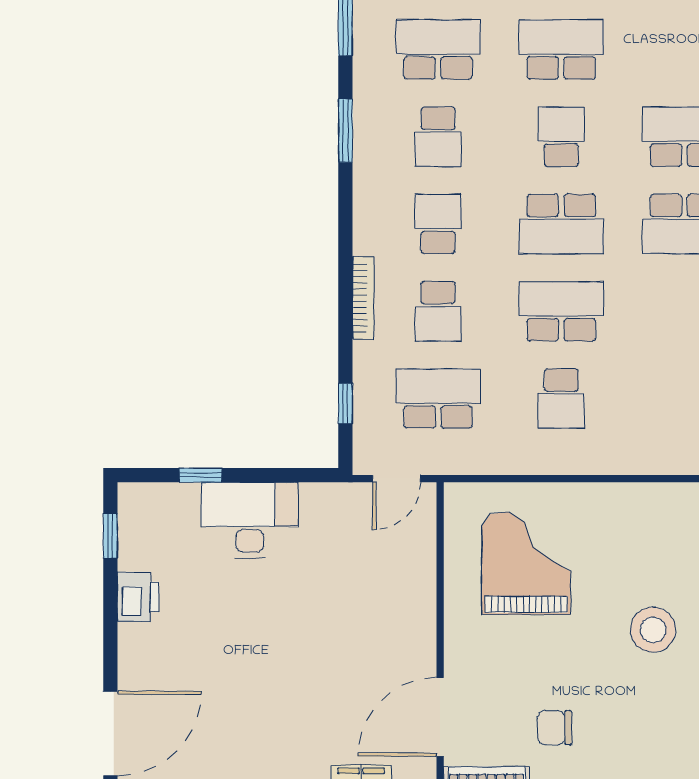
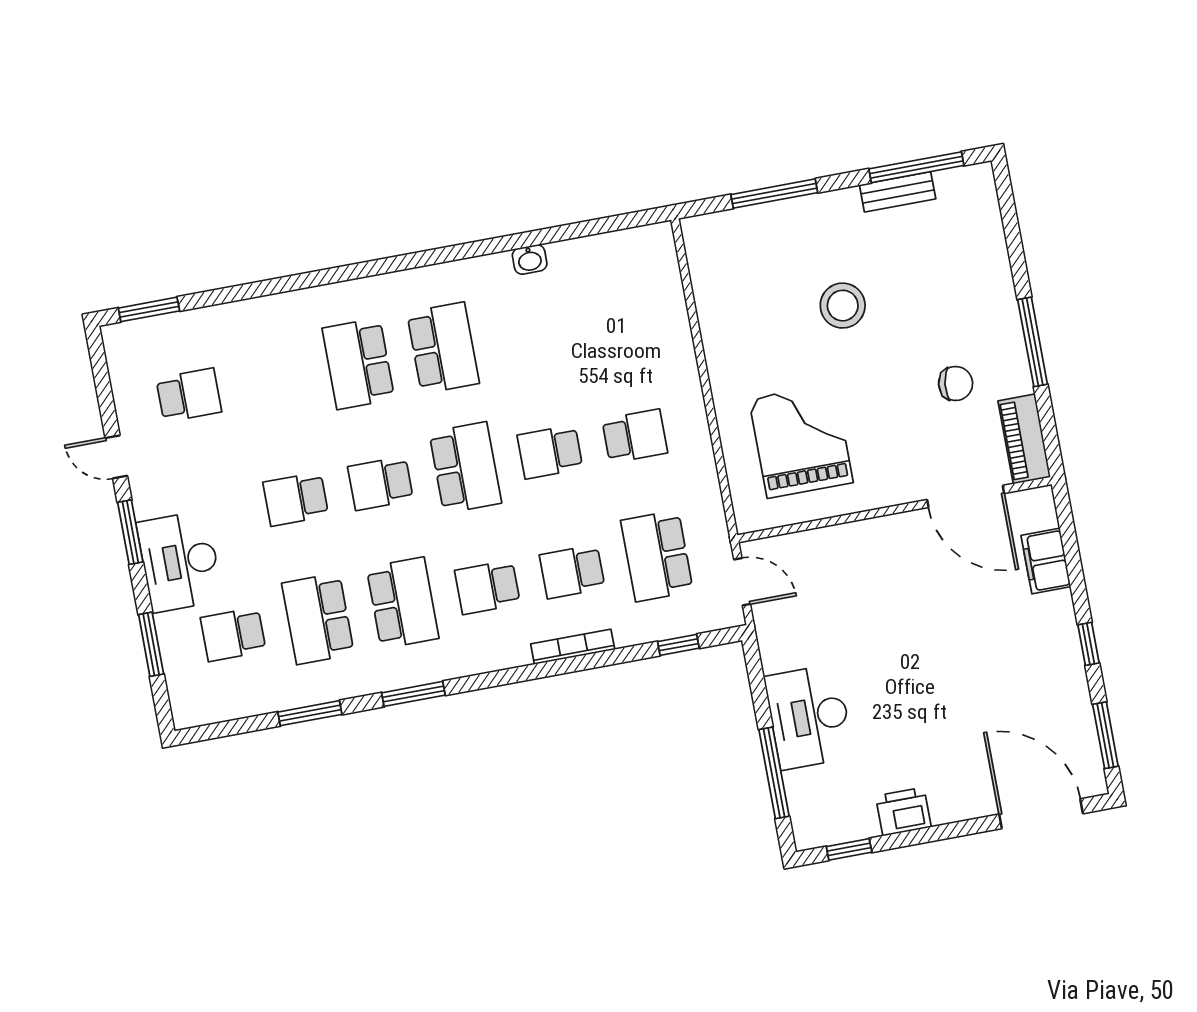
school desk: (561, 49) -> (296, 499), width x0.54
school desk: (438, 137) -> (403, 603), width x1.85
school desk: (438, 311) -> (572, 572), turned 180
school desk: (561, 311) -> (550, 452), width x0.54
window: (200, 475) -> (774, 773), width x2.17
grand piano: (526, 563) -> (801, 441), turned 90
chair: (555, 728) -> (956, 383), turned -83

